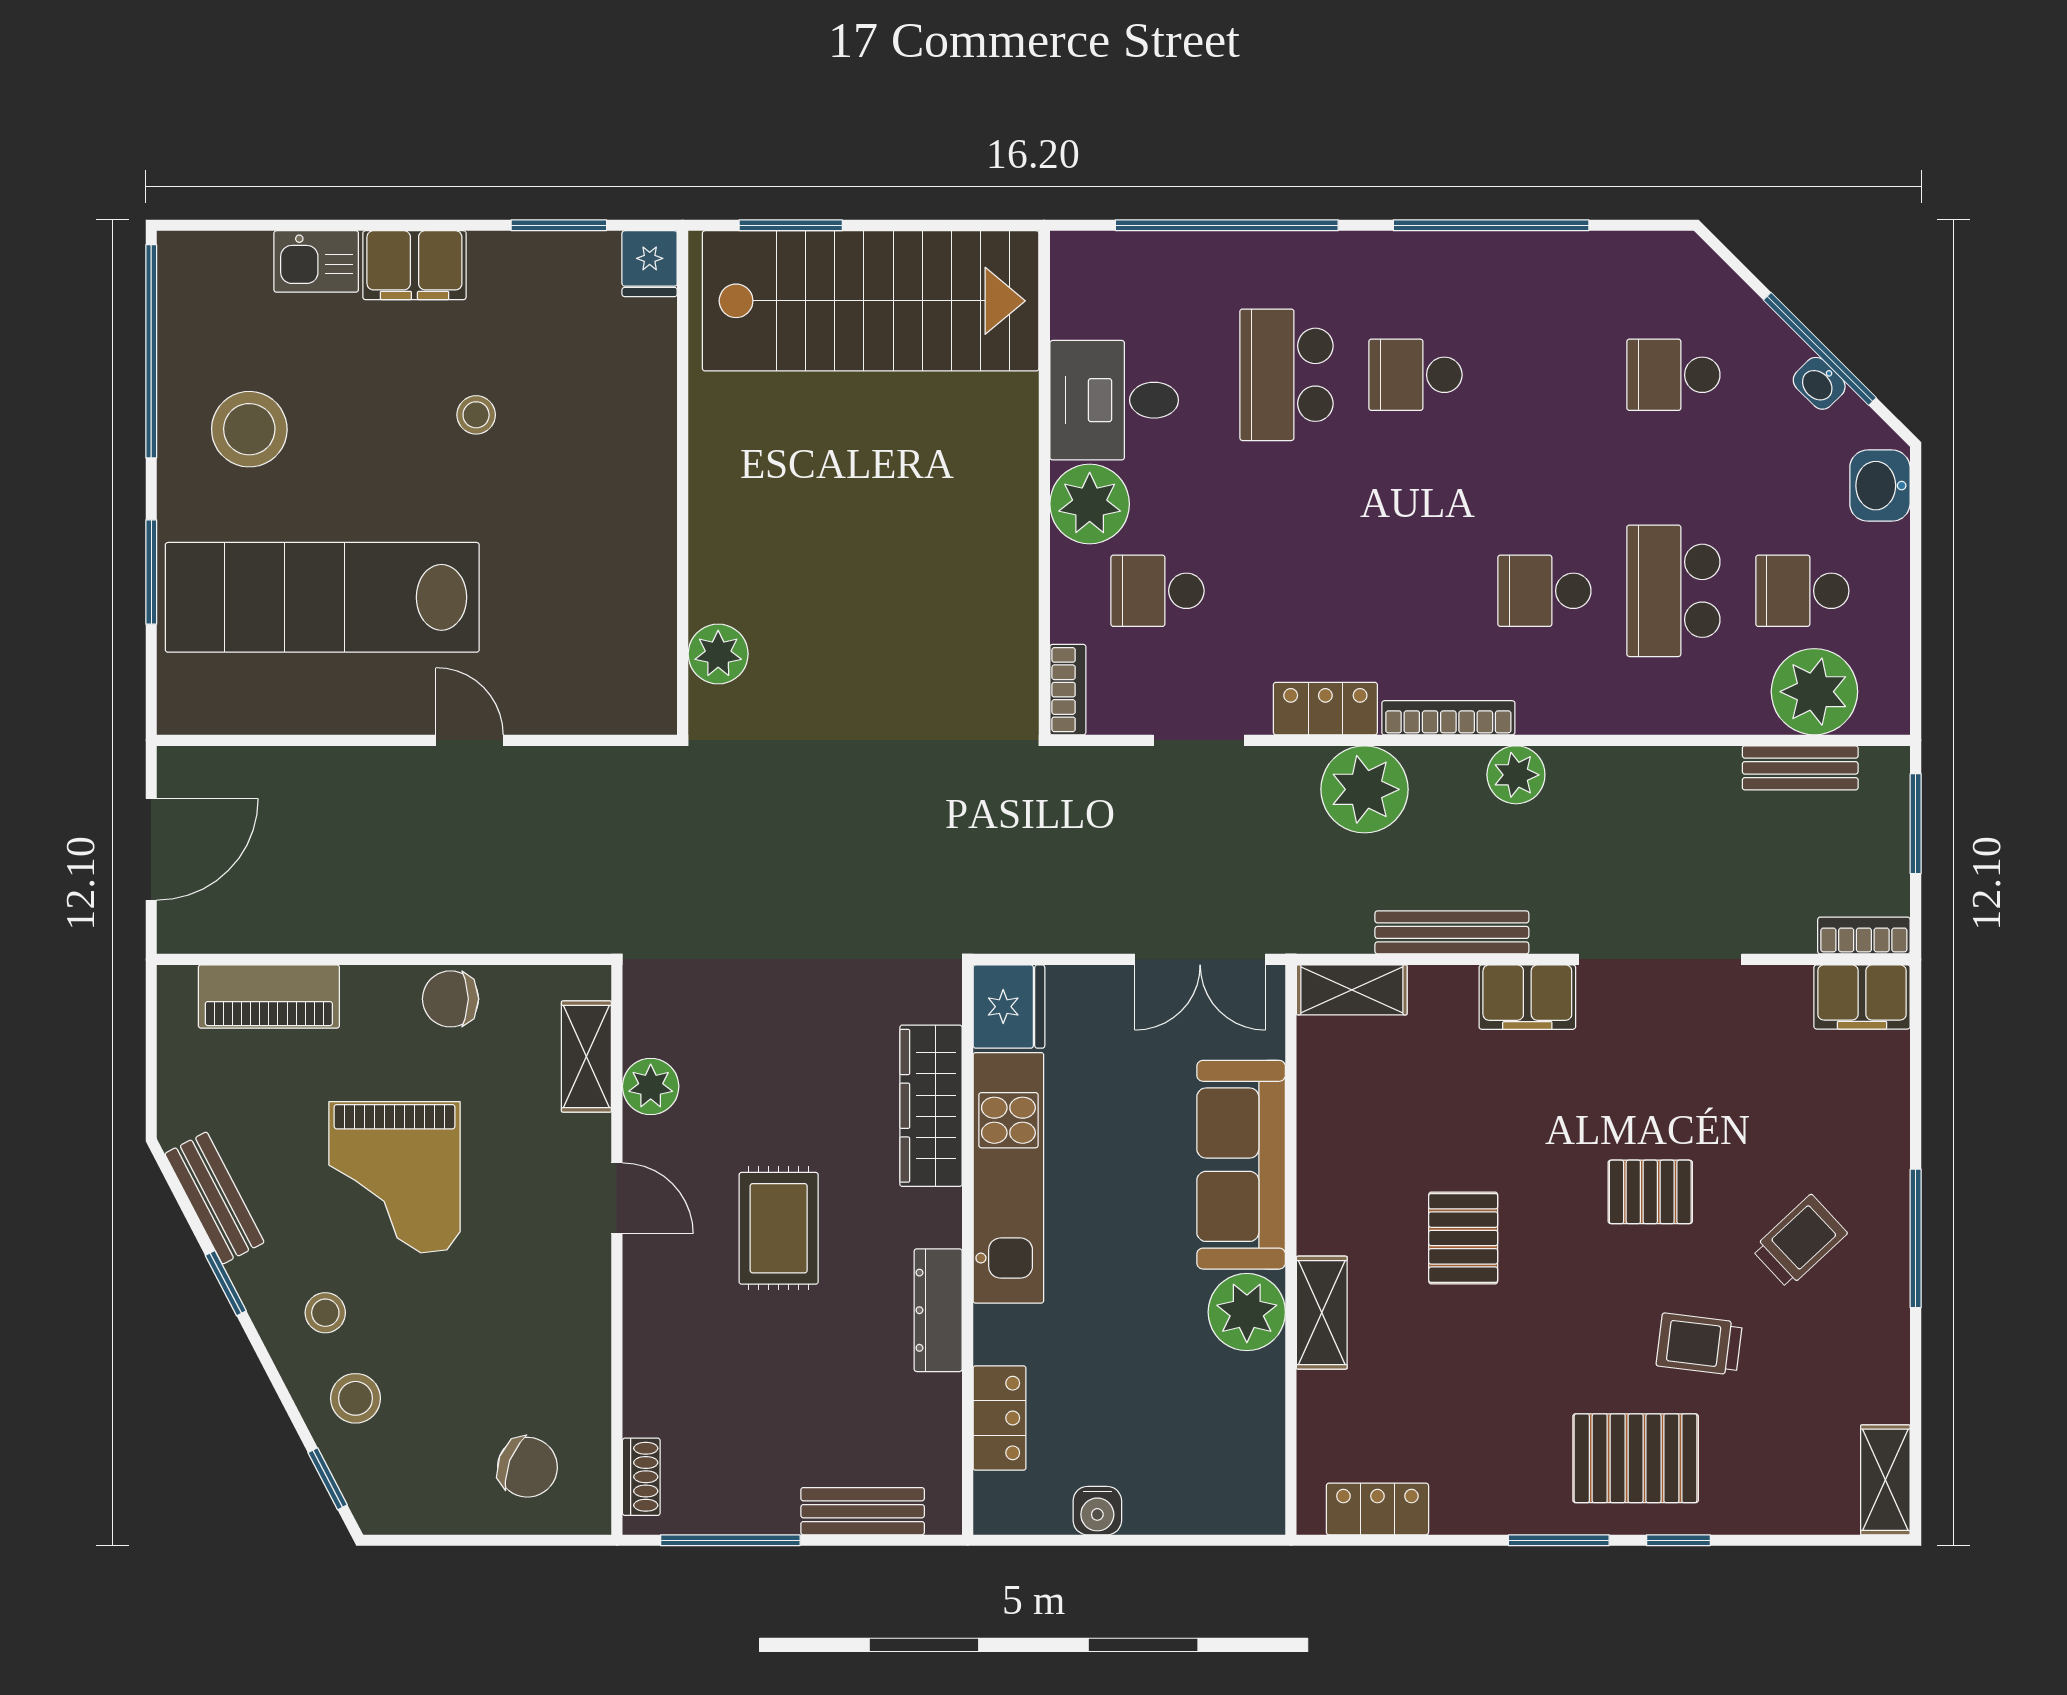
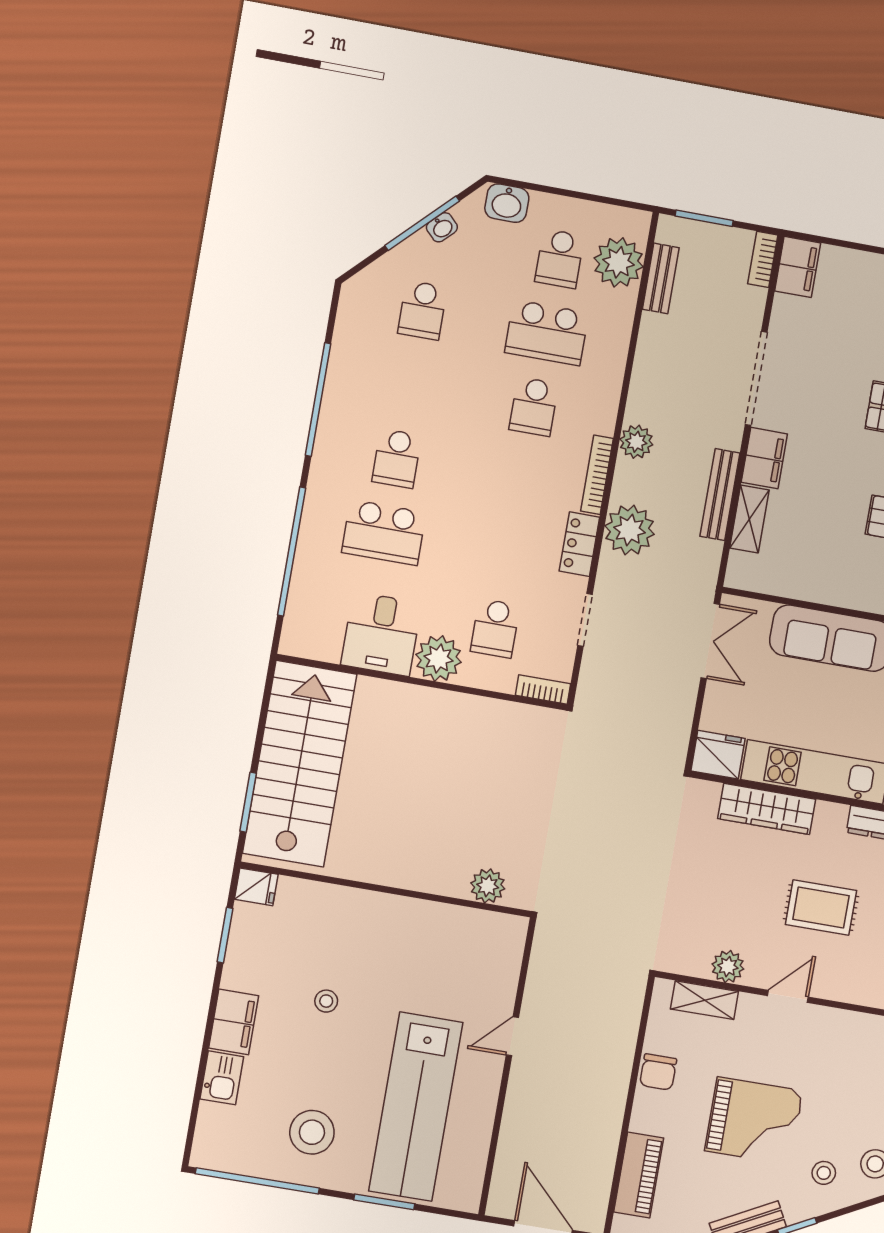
shelving: (1352, 990) -> (749, 519), moved

